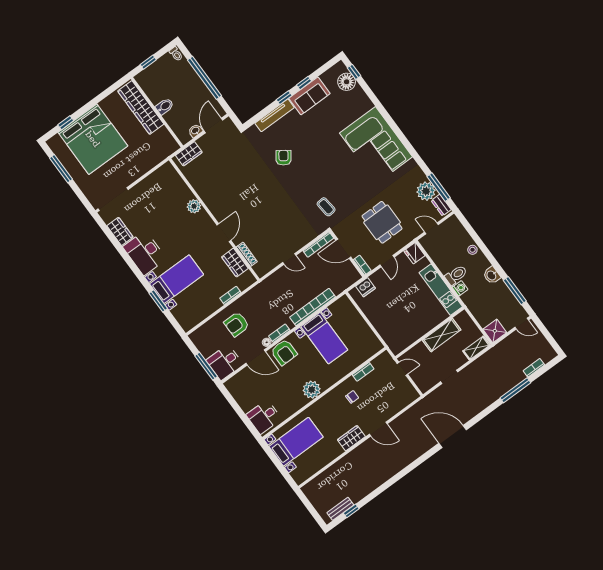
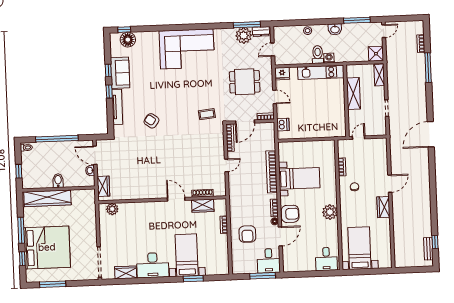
window: (93, 103) -> (21, 230), added
plant: (194, 206) -> (112, 209), moved

